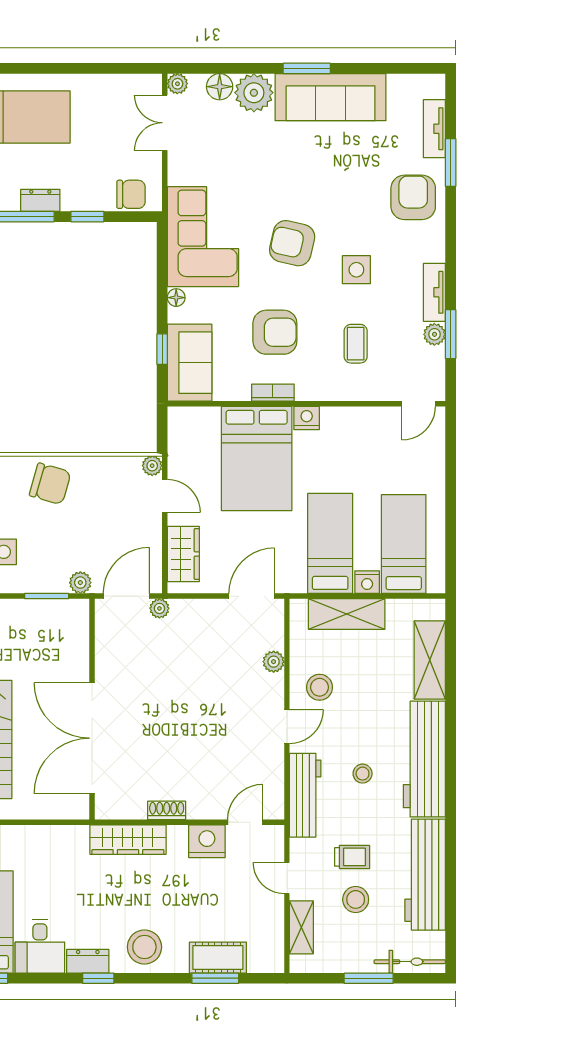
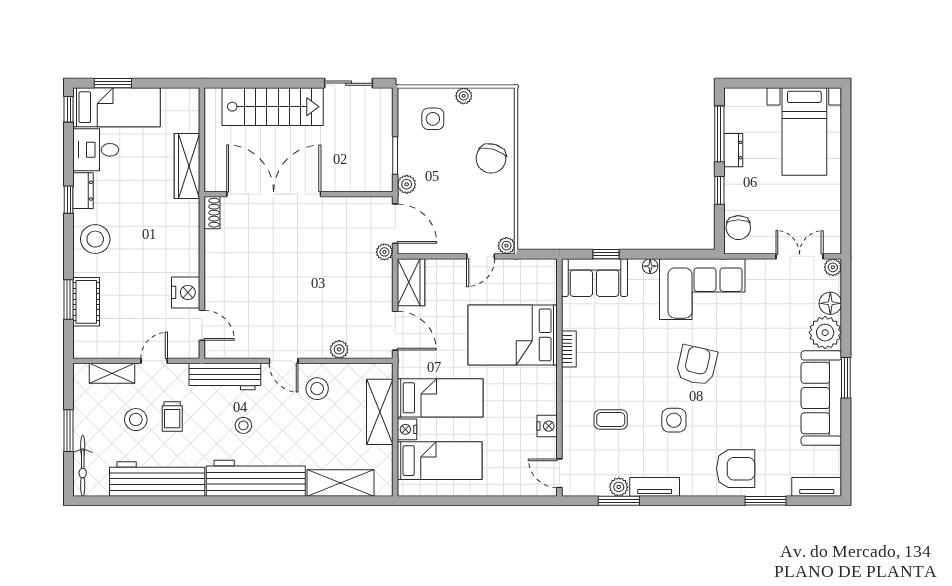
tv unit: (434, 129) -> (817, 487), moved
armchair: (275, 332) -> (620, 351), removed
nightstand: (307, 418) -> (547, 426), moved
wardrobe: (183, 554) -> (411, 282), moved, turned -90
shoe rack: (167, 810) -> (212, 213), moved
wardrobe: (128, 840) -> (187, 166), moved

